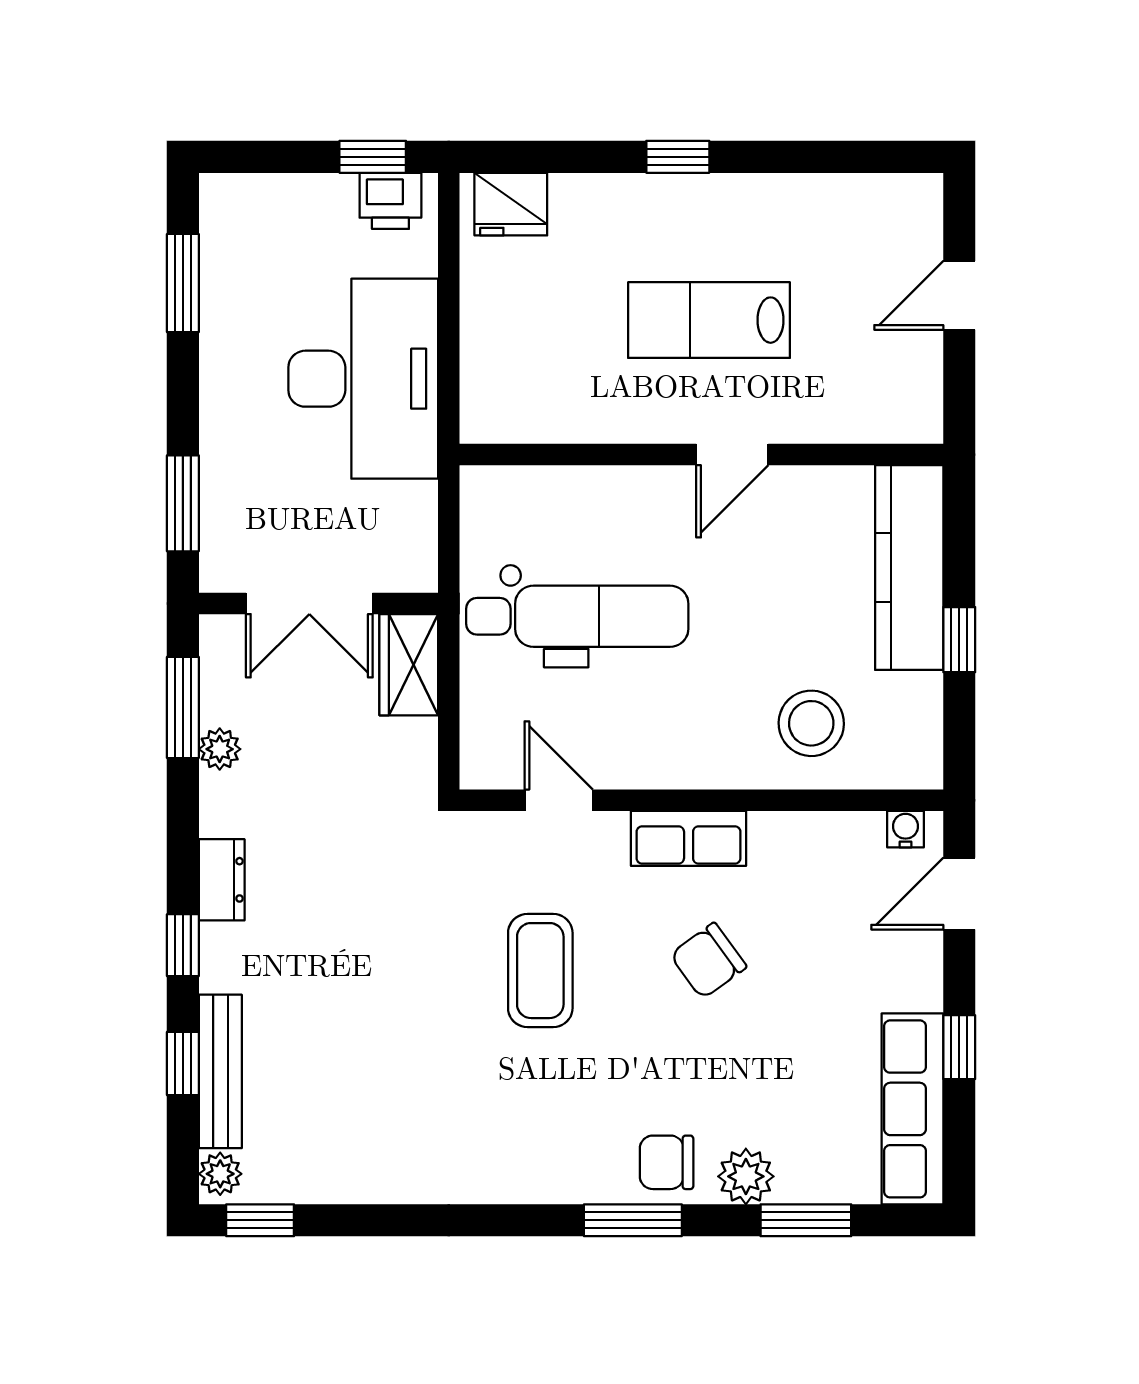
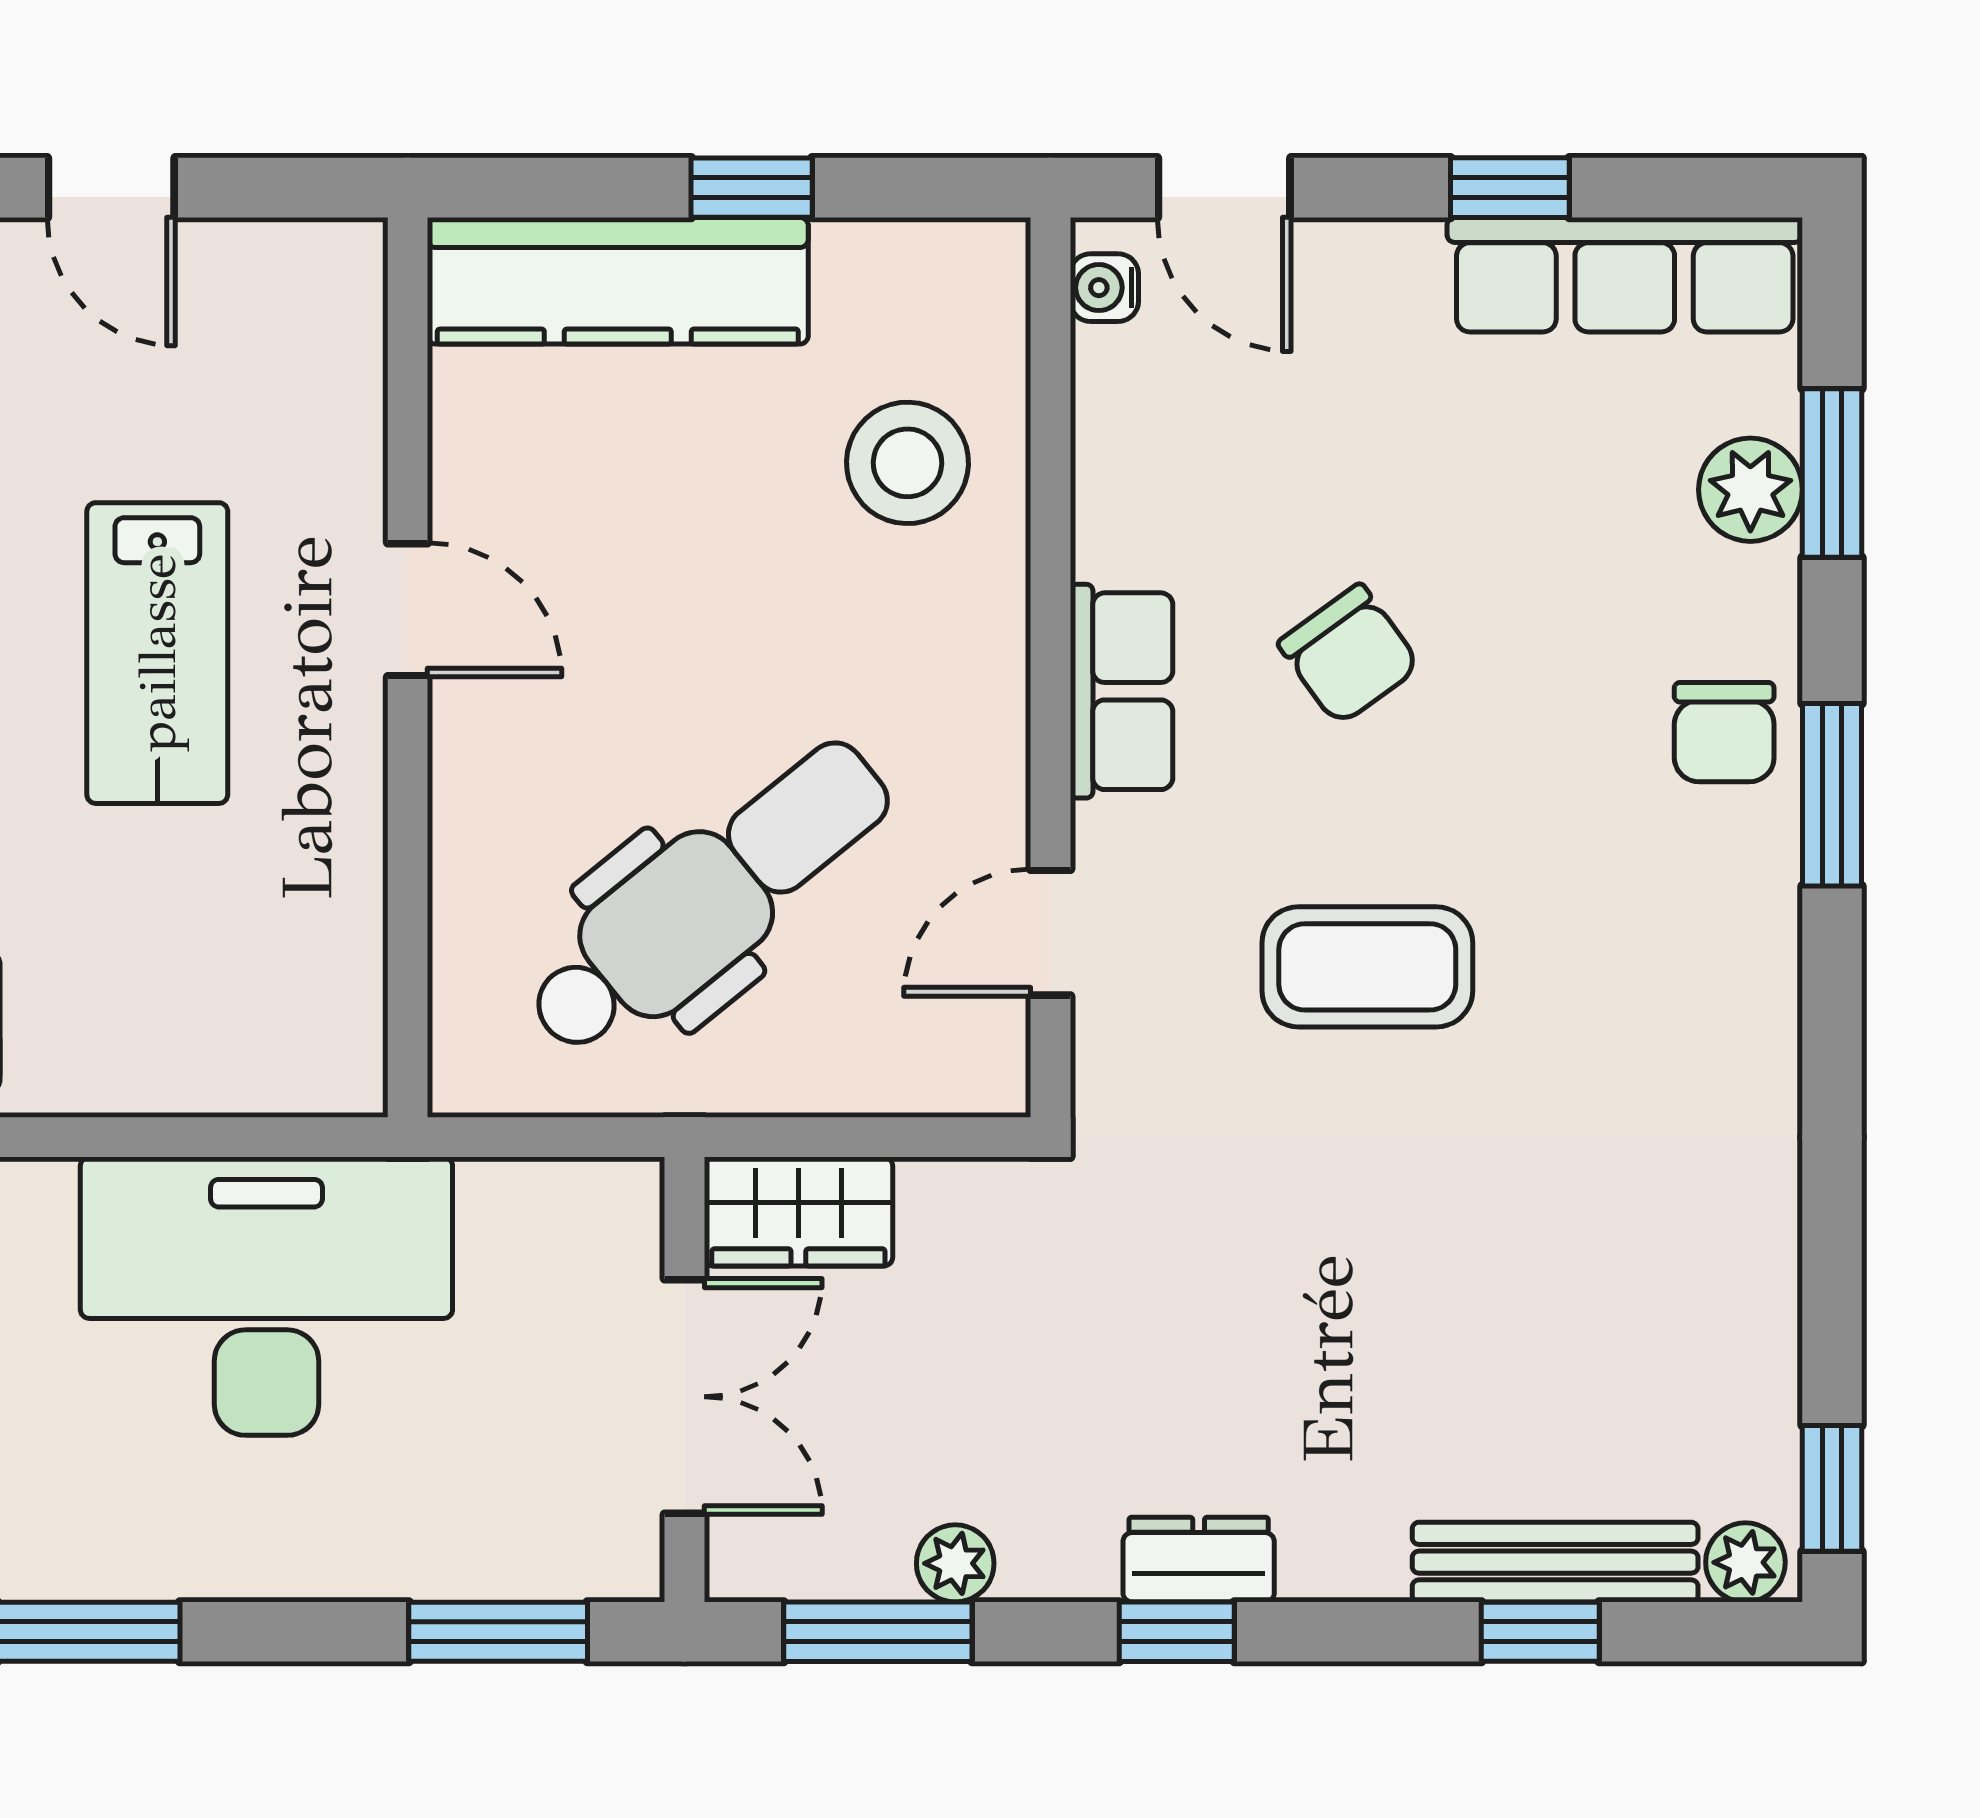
dental chair: (577, 616) -> (708, 898), turned 51
window: (183, 945) -> (1177, 1632), moved
plant: (746, 1176) -> (1750, 490), moved

